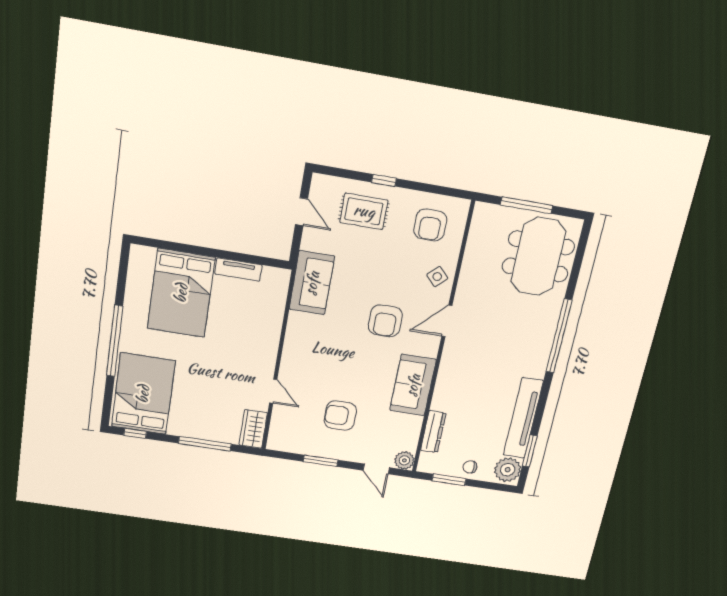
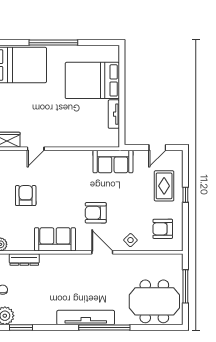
tv unit: (523, 418) -> (86, 318), moved

